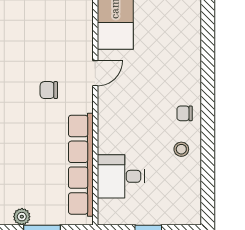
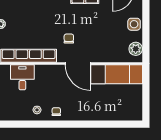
door: (95, 73) -> (78, 64), width x1.87

